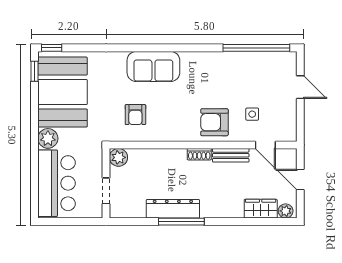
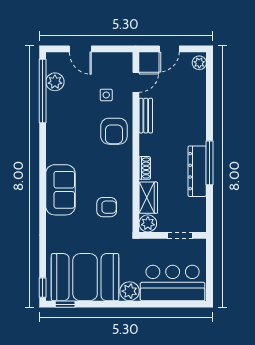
plant: (266, 61) -> (55, 82), added
door: (300, 87) -> (80, 49), swing flipped
shoe rack: (199, 154) -> (145, 168), moved
wardrobe: (261, 209) -> (148, 198), moved, turned 180

